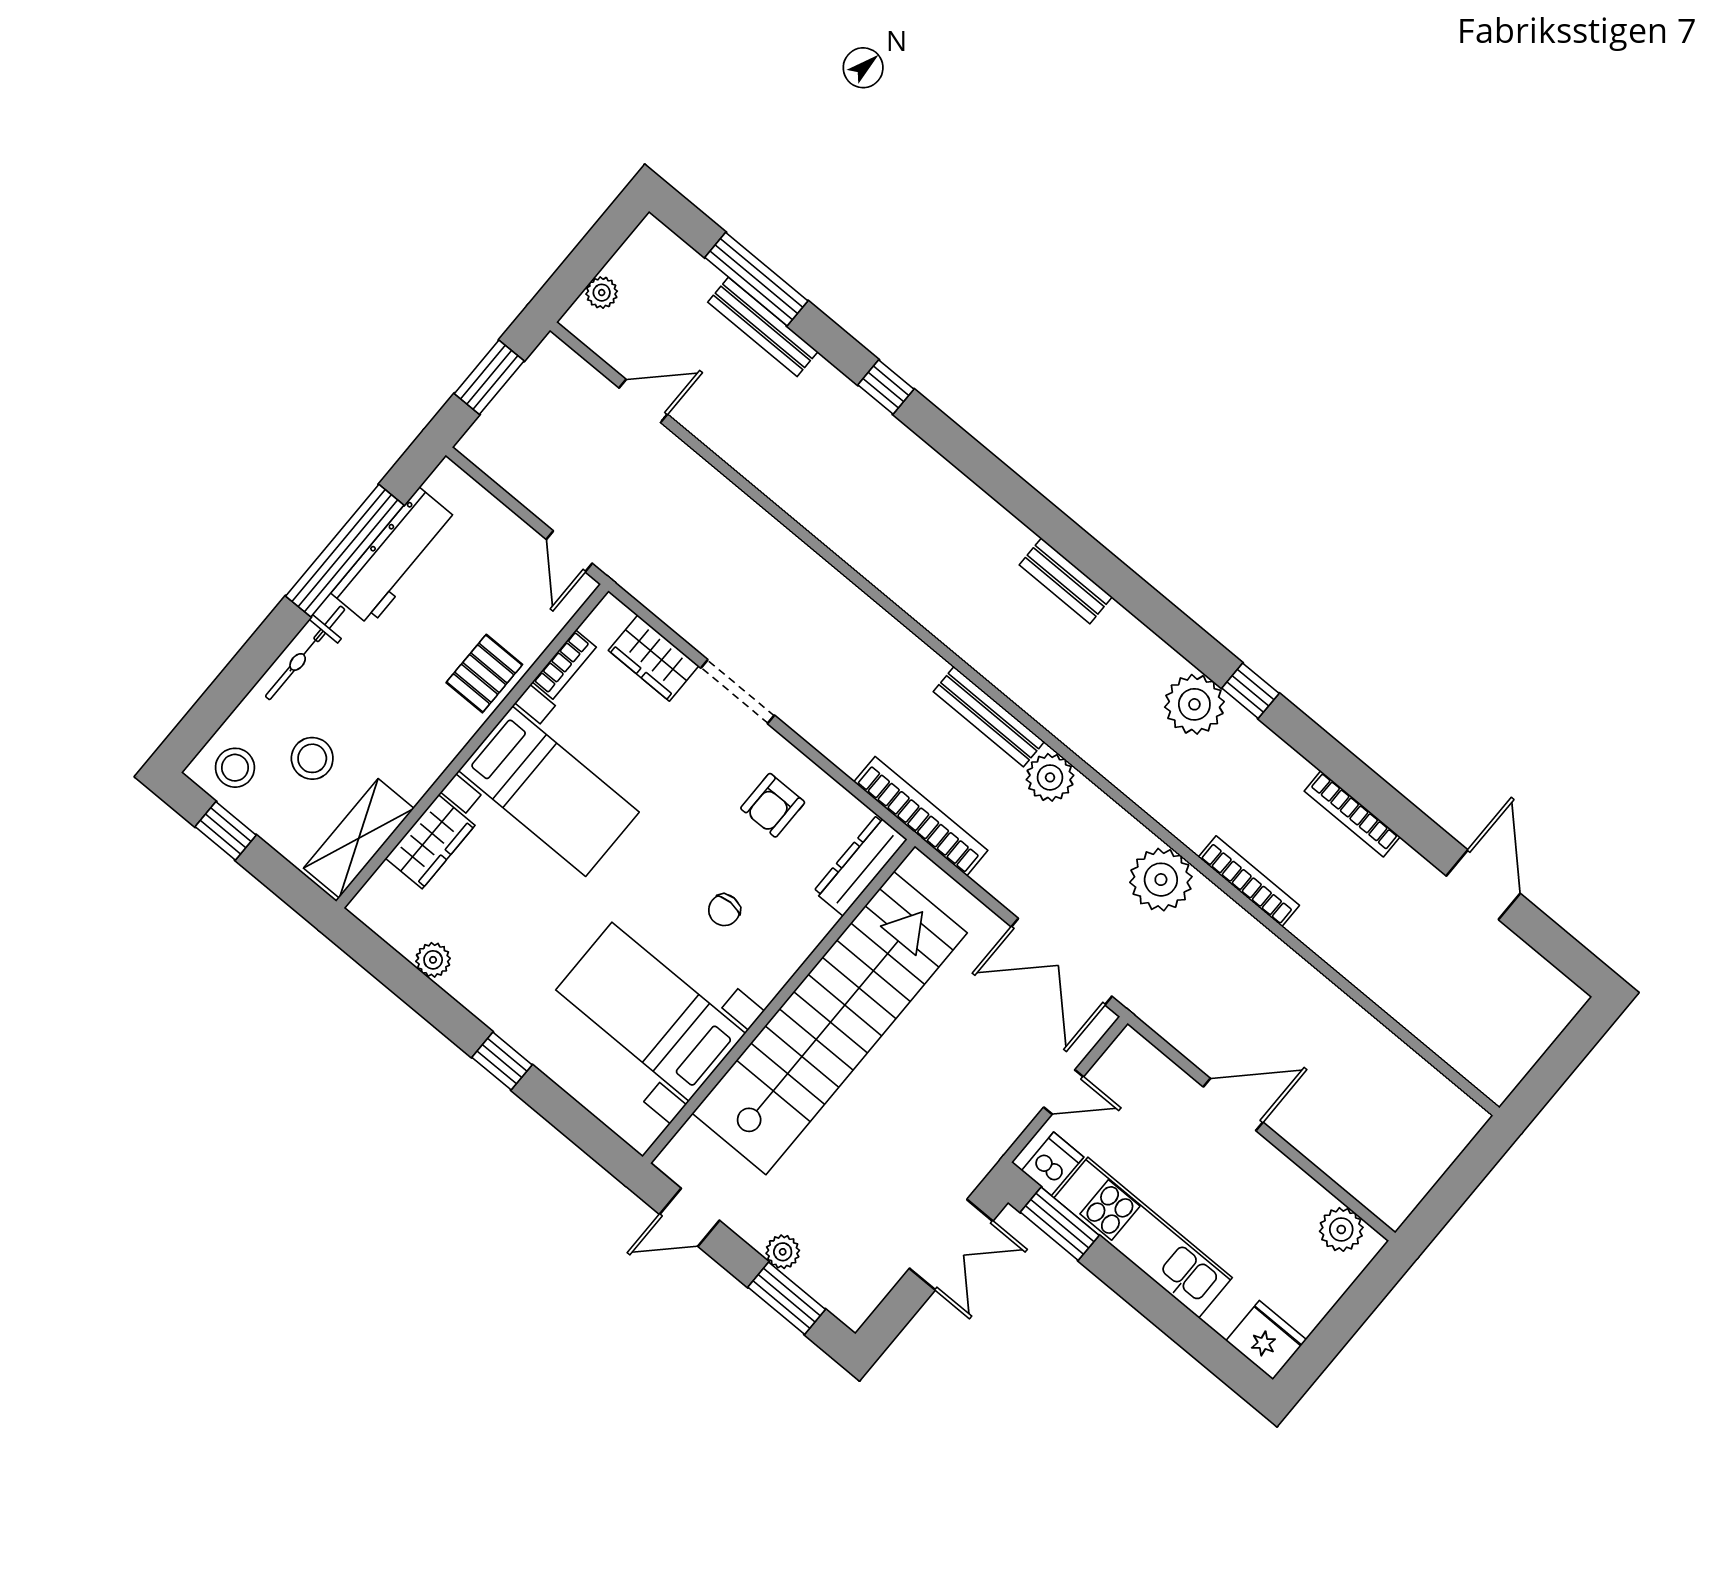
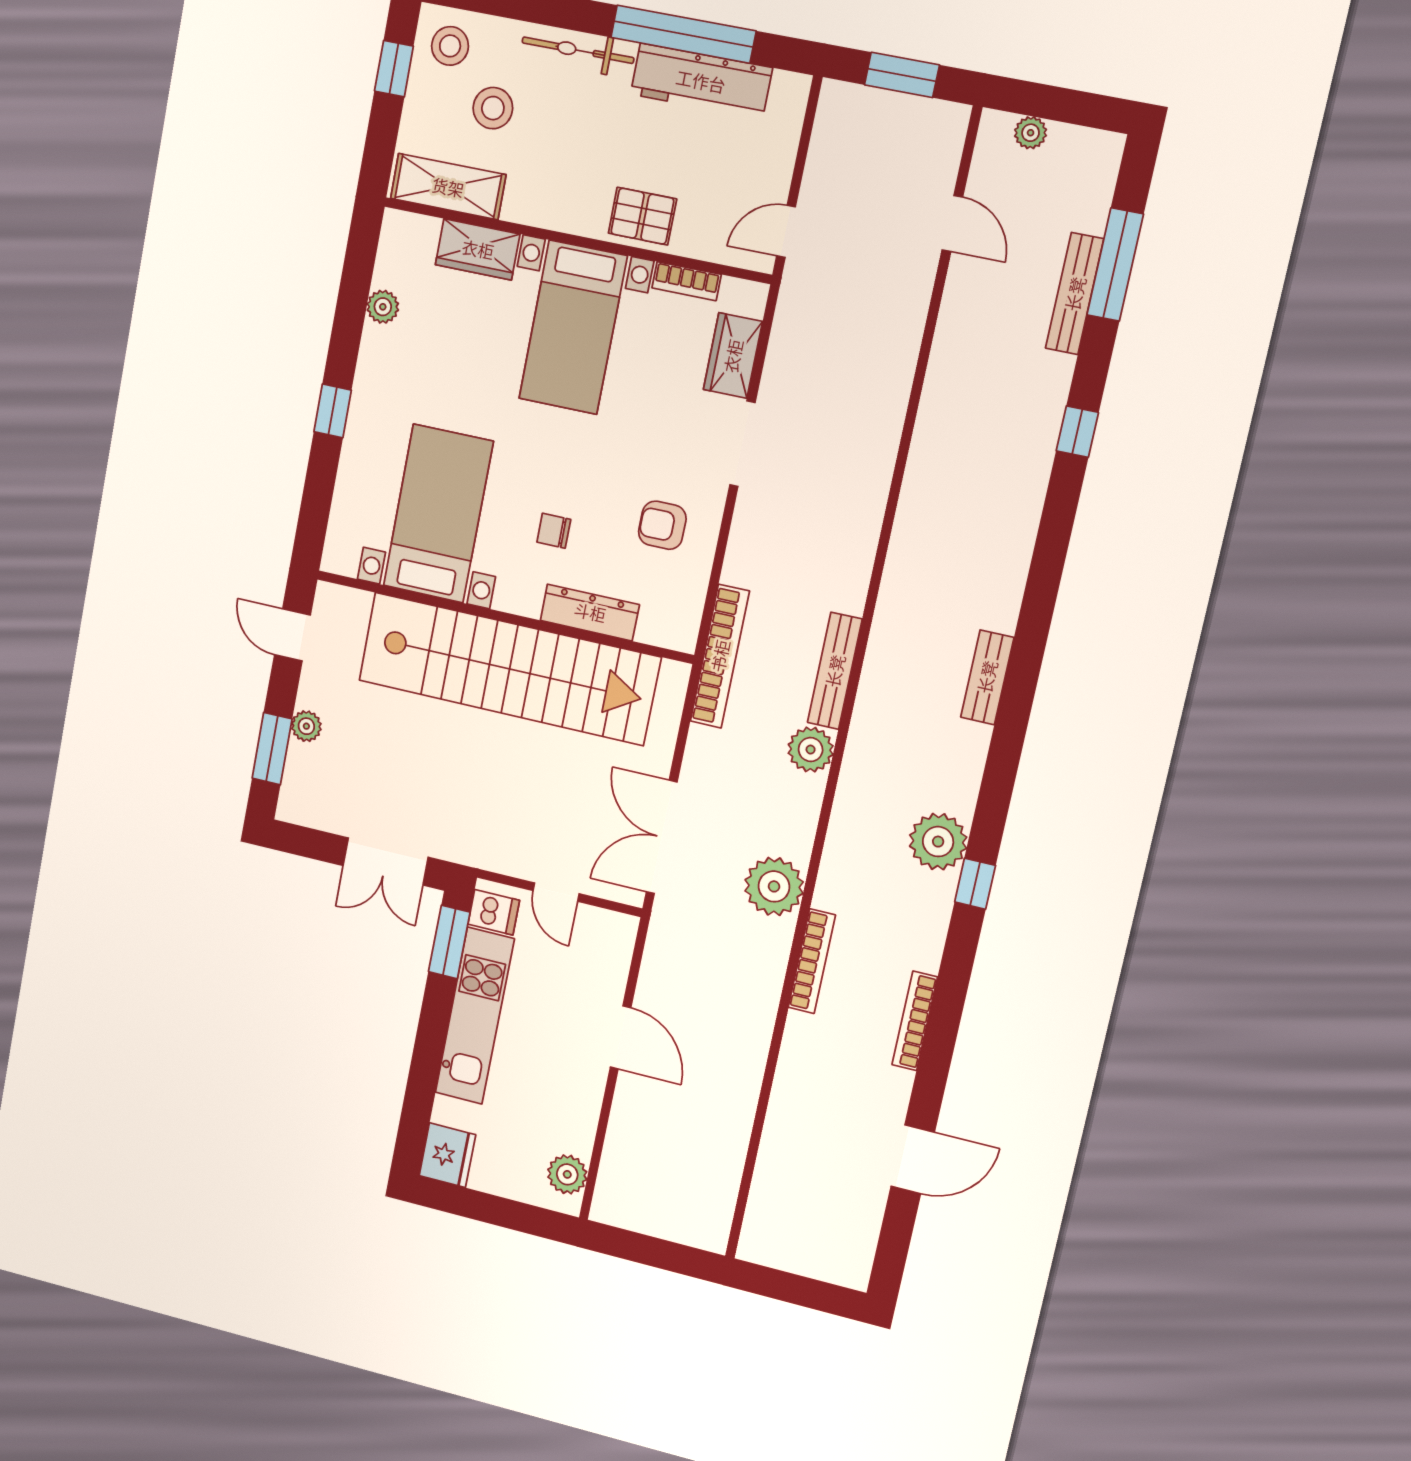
dresser: (860, 865) -> (590, 612), moved

